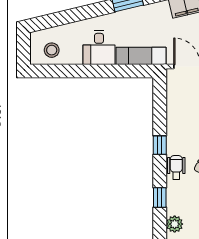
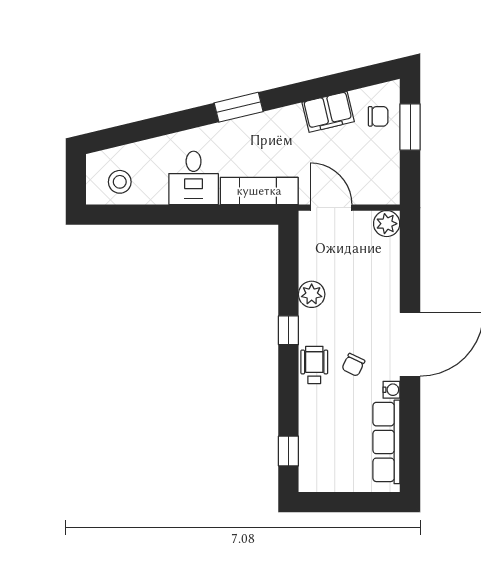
window: (160, 197) -> (288, 451), moved
plant: (175, 224) -> (312, 294), moved

